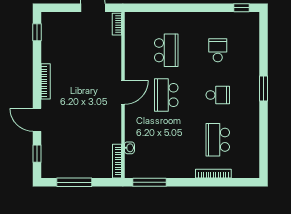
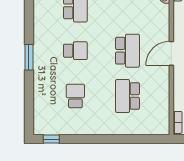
school desk: (218, 50) -> (75, 96), turned 180
school desk: (218, 95) -> (75, 51), turned 180

